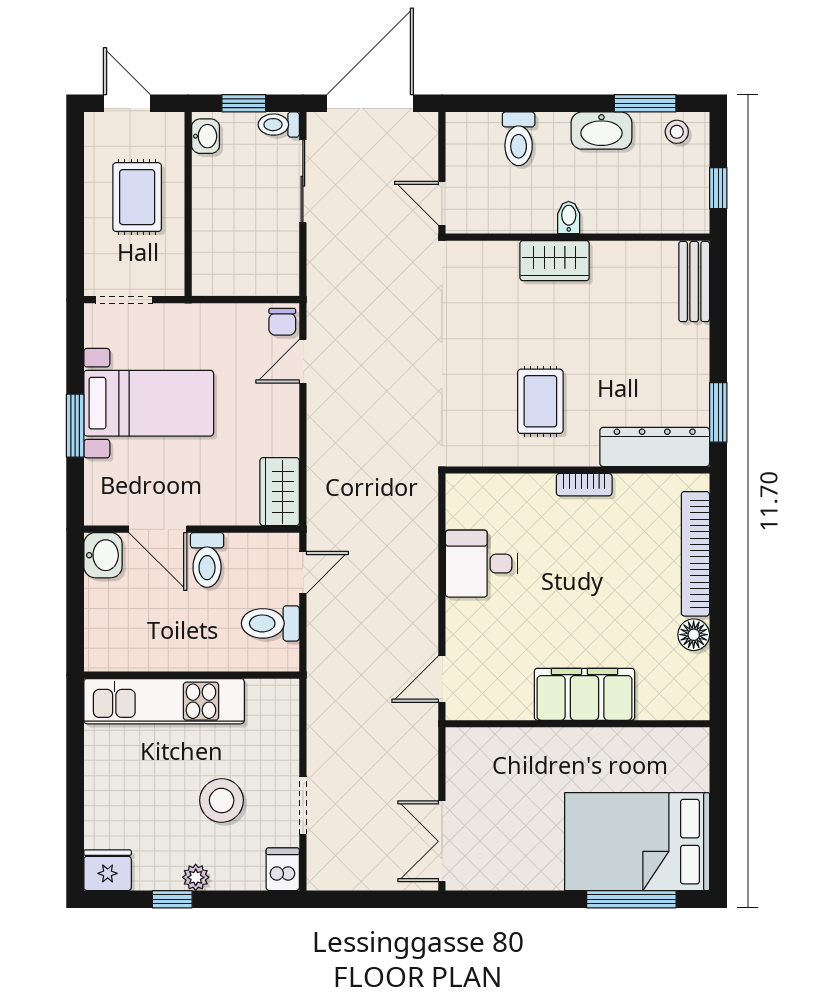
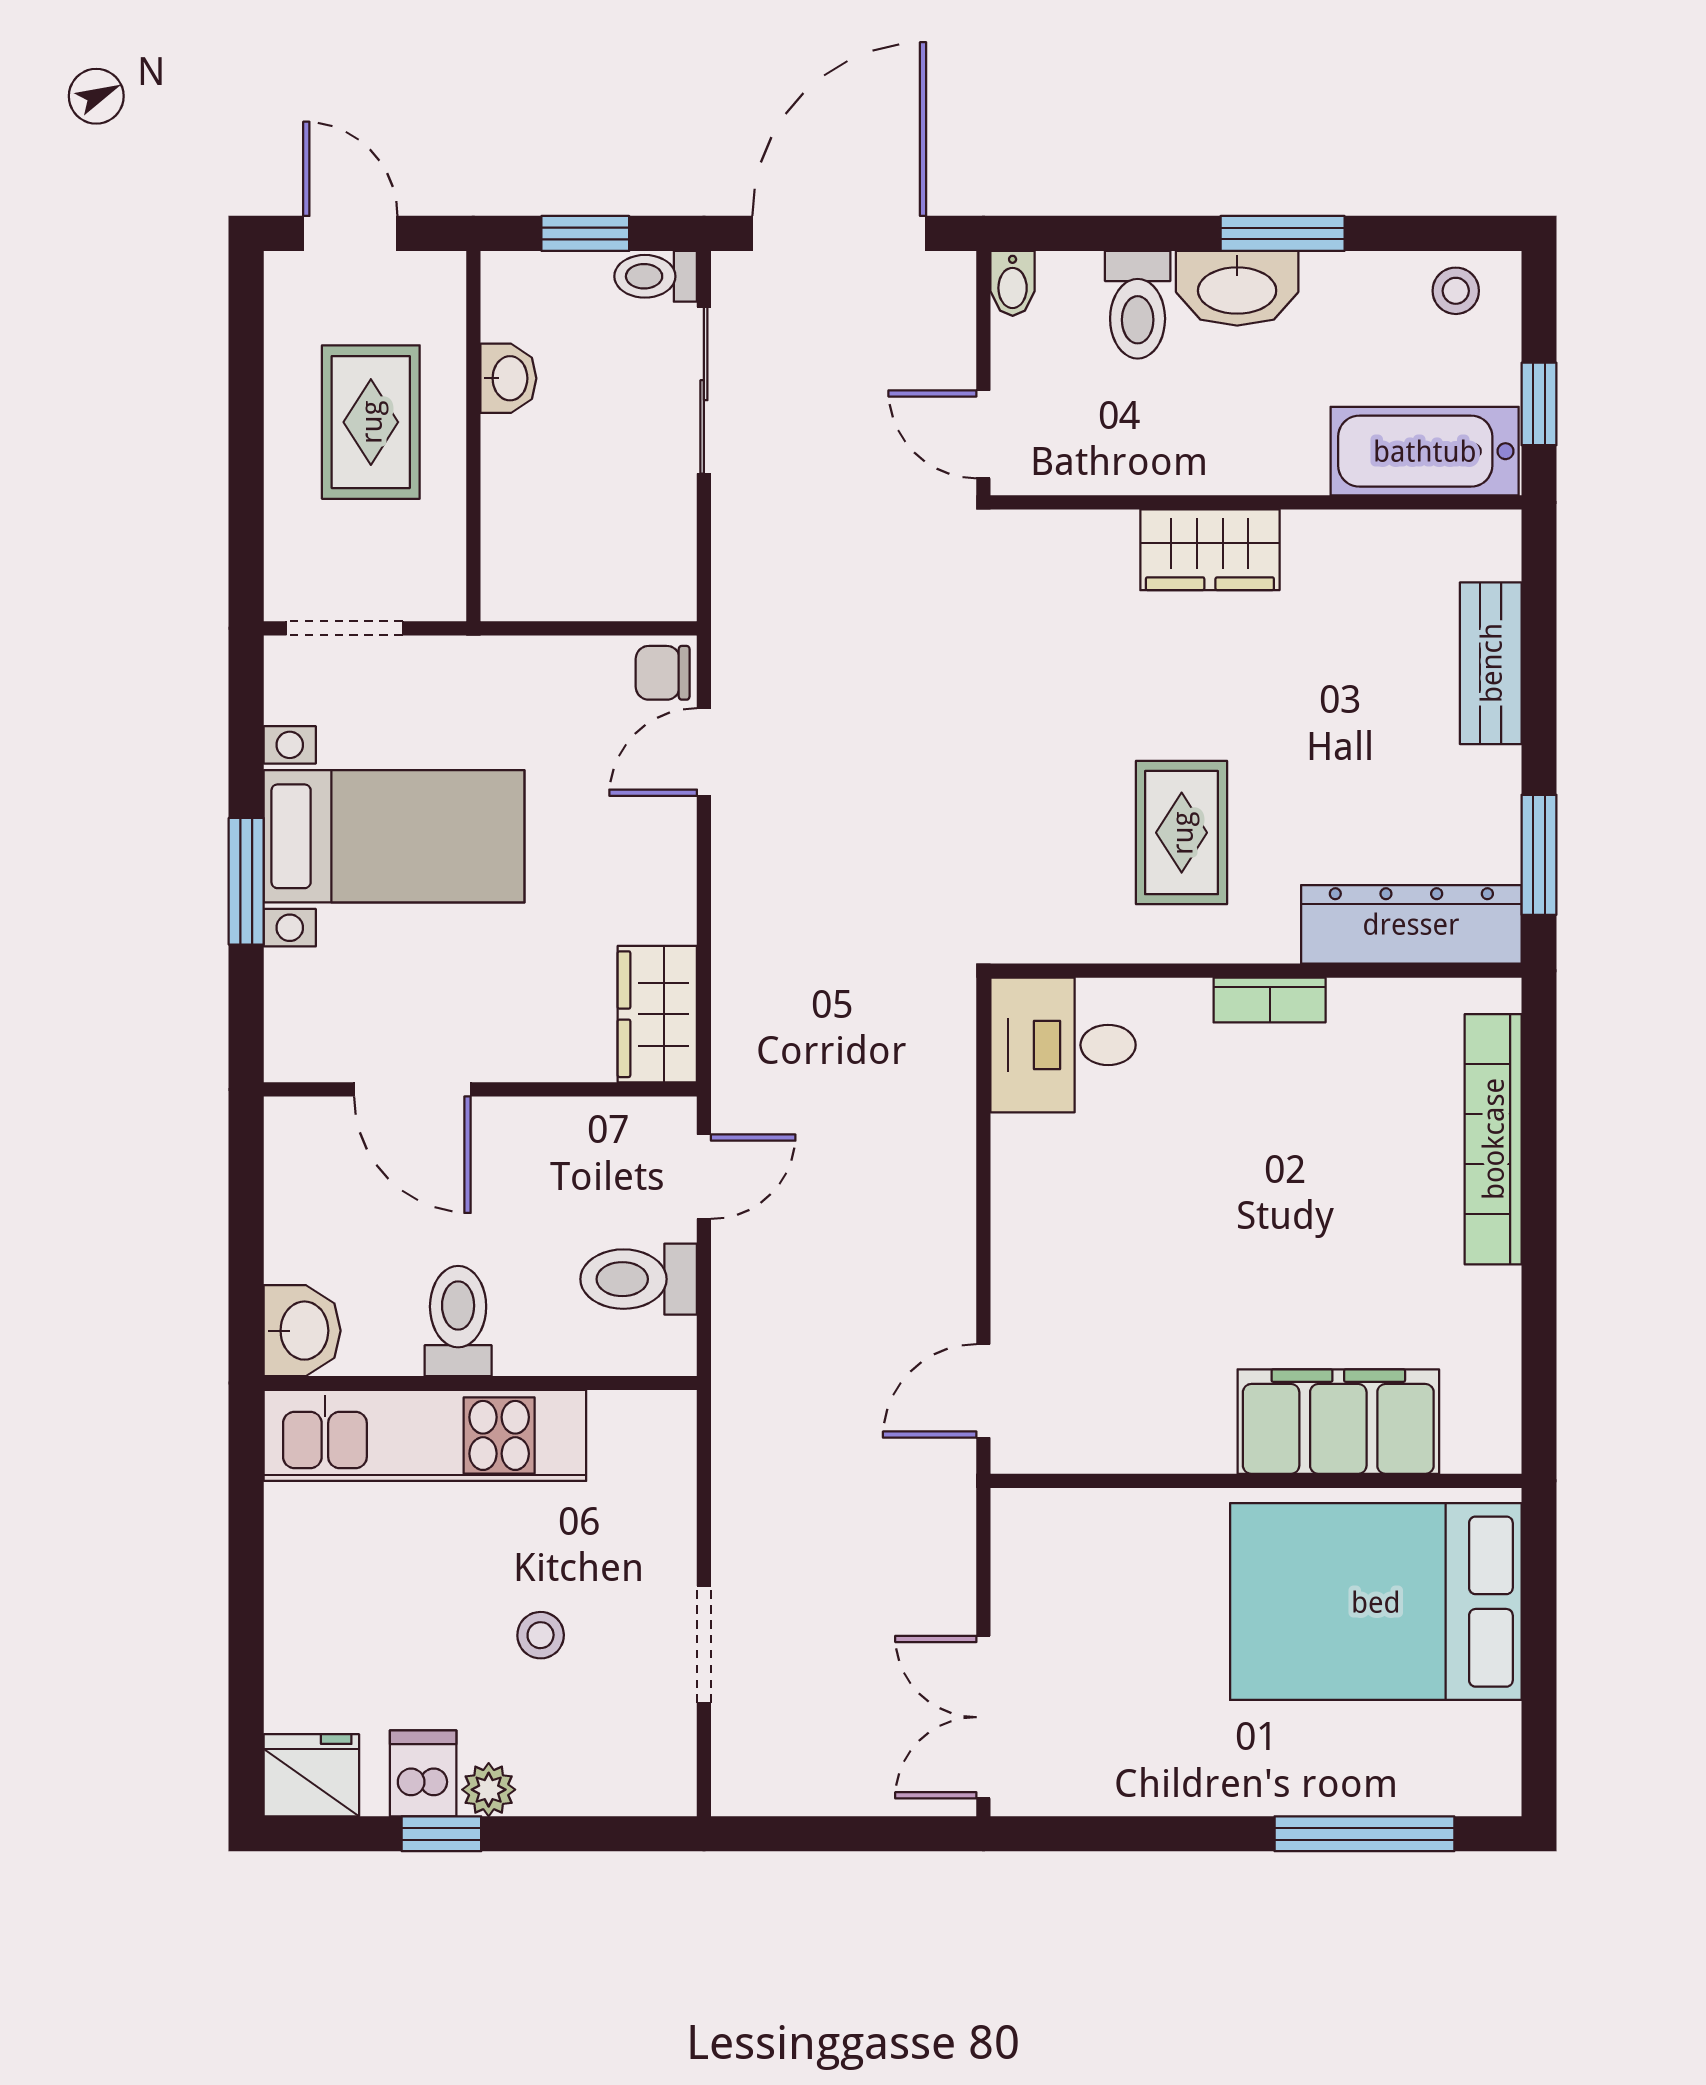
window: (645, 103) -> (1283, 233), moved
washbasin: (601, 131) -> (1237, 288), moved
washbasin: (206, 136) -> (508, 378), moved
bathtub: (661, 212) -> (1425, 451), added
bidet: (569, 217) -> (1013, 283), moved, turned 180
bench: (694, 281) -> (1491, 663), moved
chair: (282, 322) -> (663, 673), turned 90
washbasin: (103, 555) -> (302, 1331), moved
toilet: (207, 560) -> (458, 1321), moved, turned 180
desk: (481, 564) -> (1063, 1045), moved
floor lamp: (694, 635) -> (1490, 1302), removed
filing cabinet: (584, 694) -> (1338, 1422), moved
stool: (222, 801) -> (541, 1635), width x0.53, depth x0.53
bed: (637, 842) -> (1376, 1602), moved
dishwasher: (283, 869) -> (423, 1773), moved

